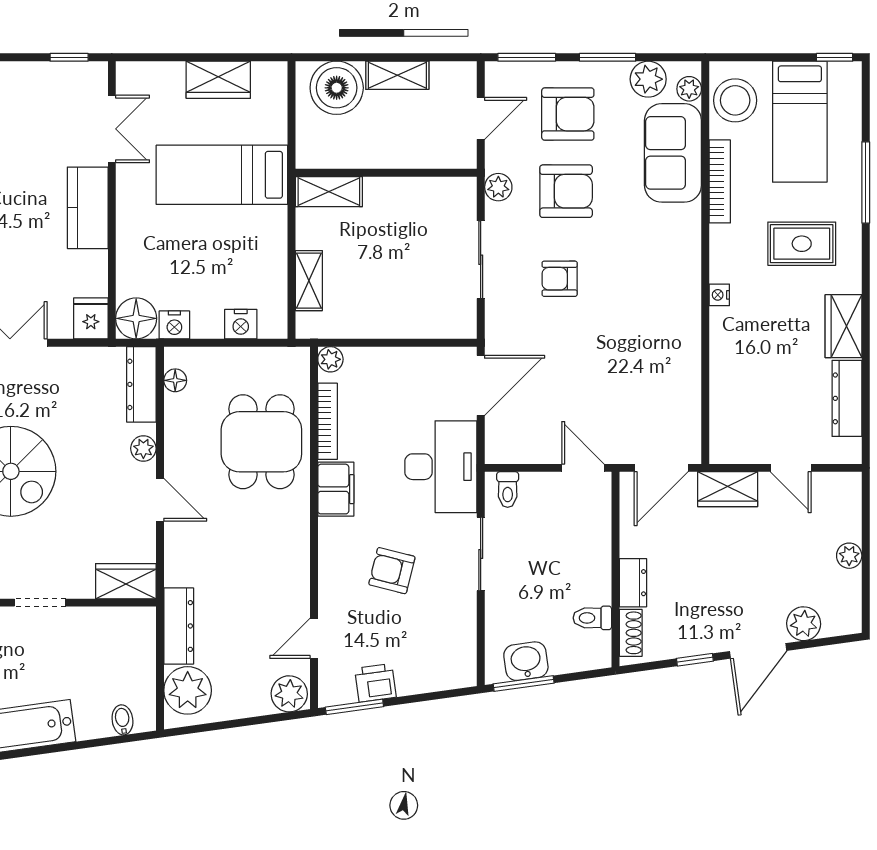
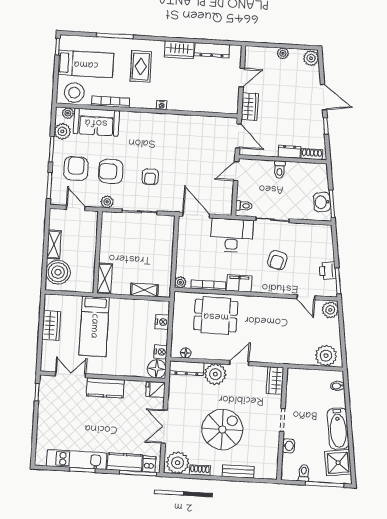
armchair: (566, 191) -> (111, 171), turned -90
plant: (143, 448) -> (215, 374), width x1.88, depth x1.88
toilet: (592, 618) -> (280, 170), moved
plant: (804, 624) -> (311, 58), moved
dresser: (179, 626) -> (297, 358), removed

